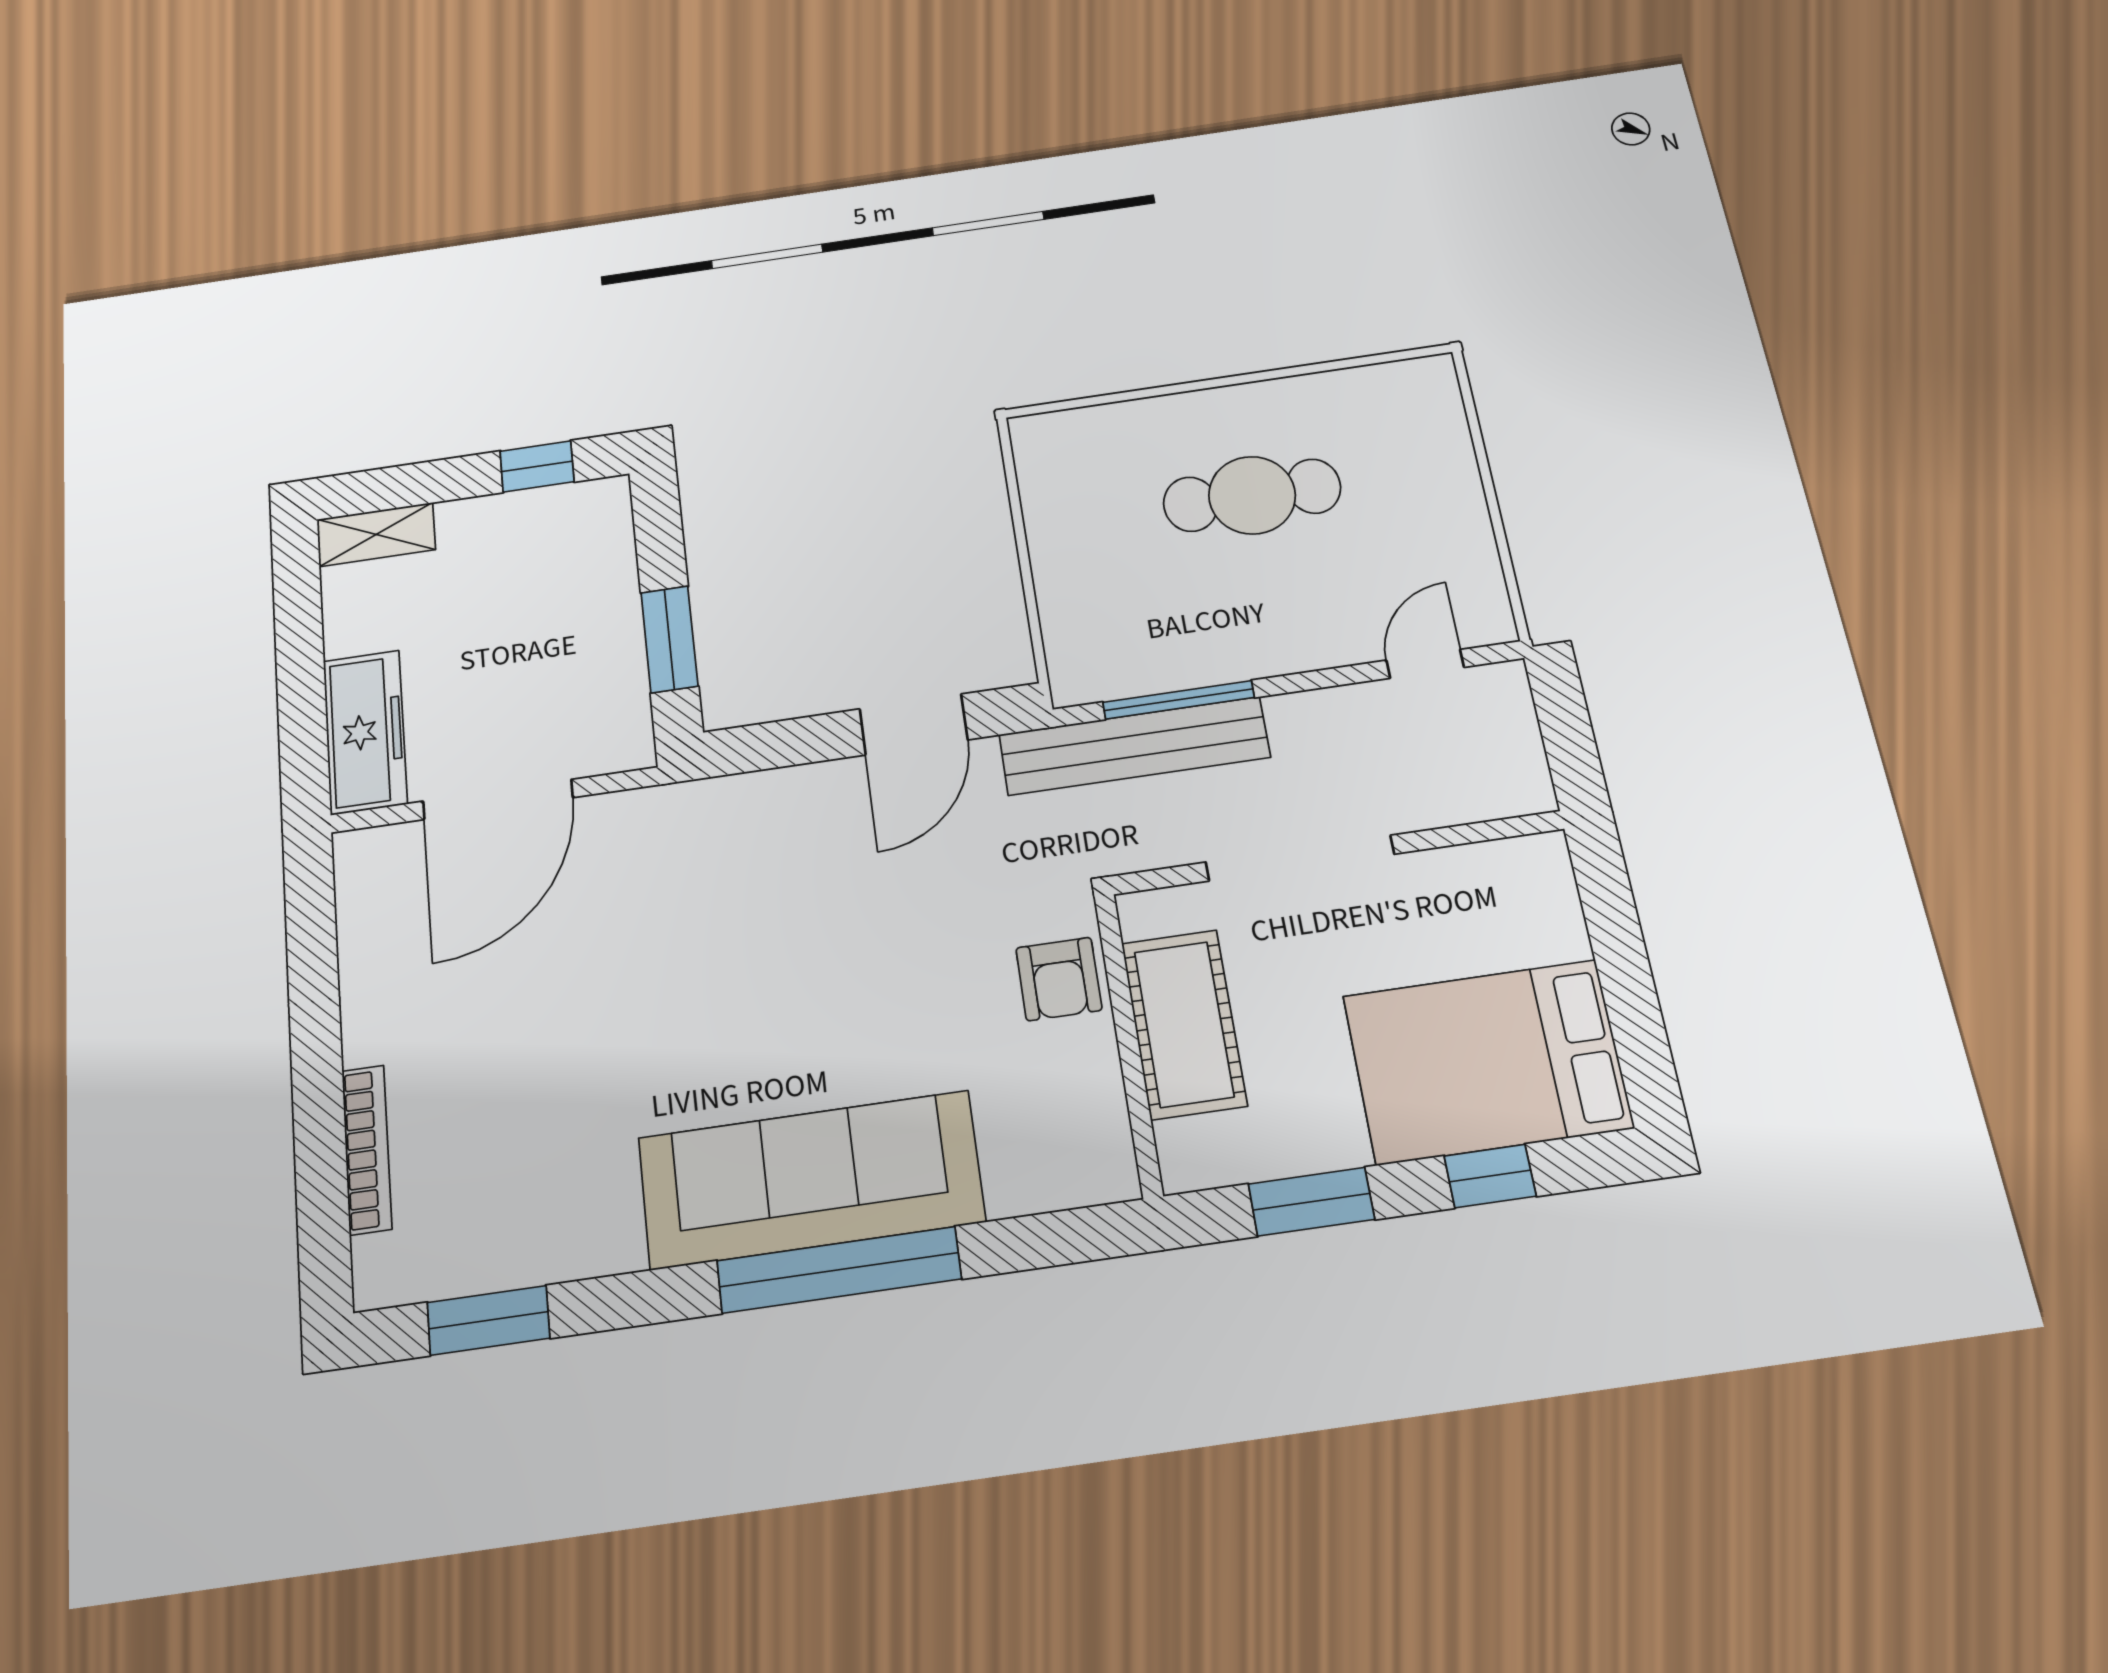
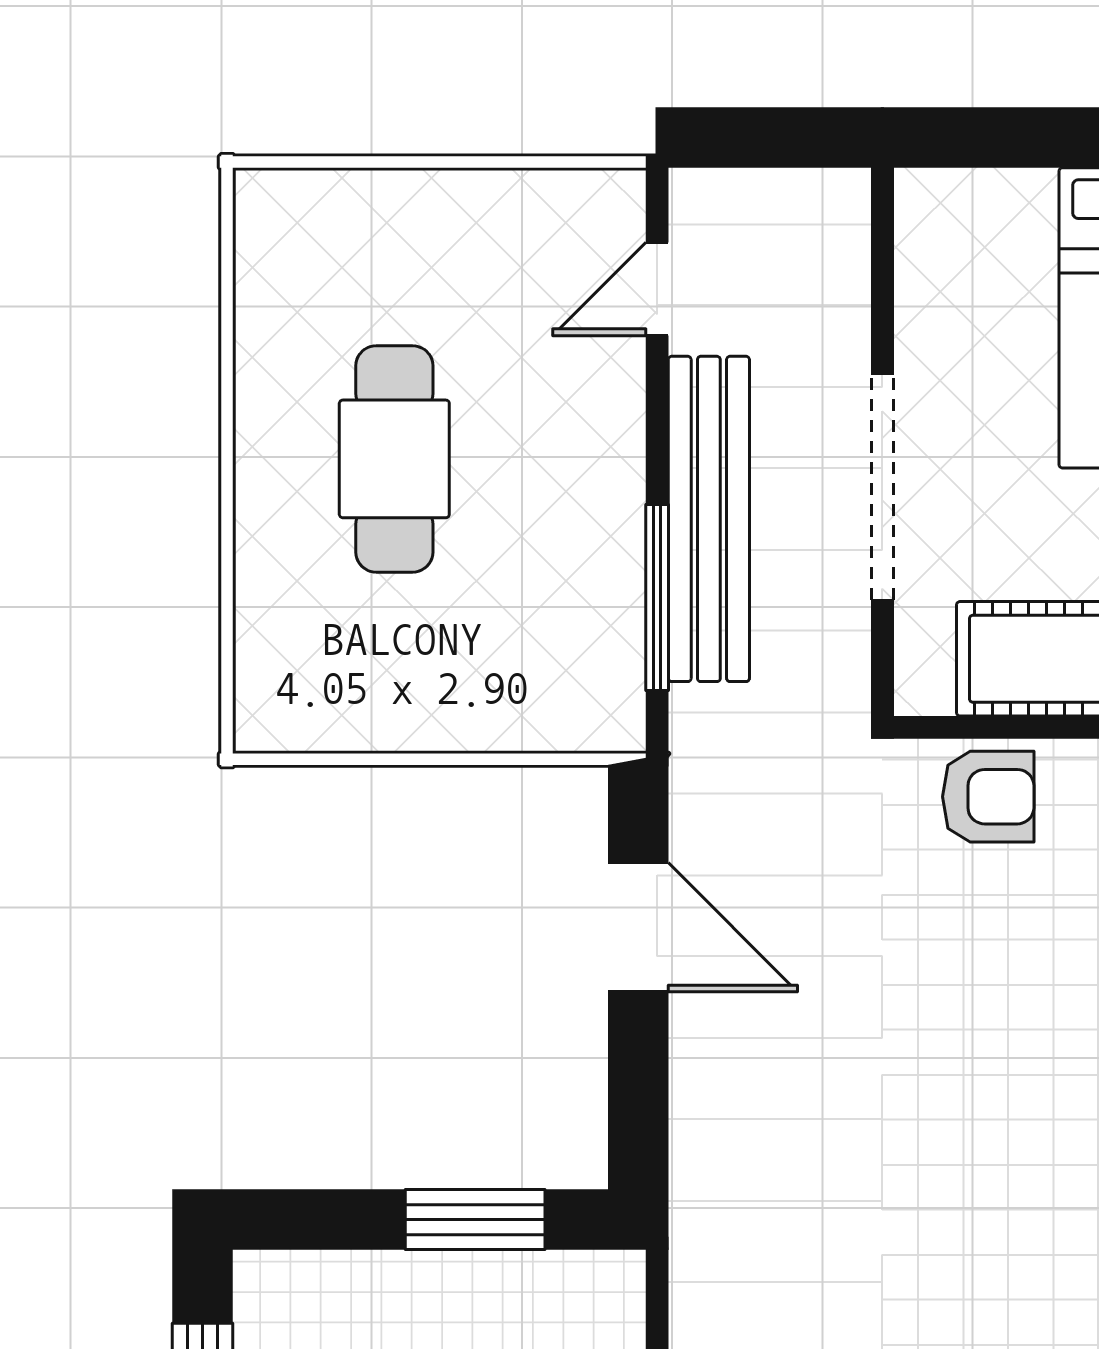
door: (1425, 664) -> (657, 289), hinge flipped
bench: (1134, 746) -> (709, 519), moved

